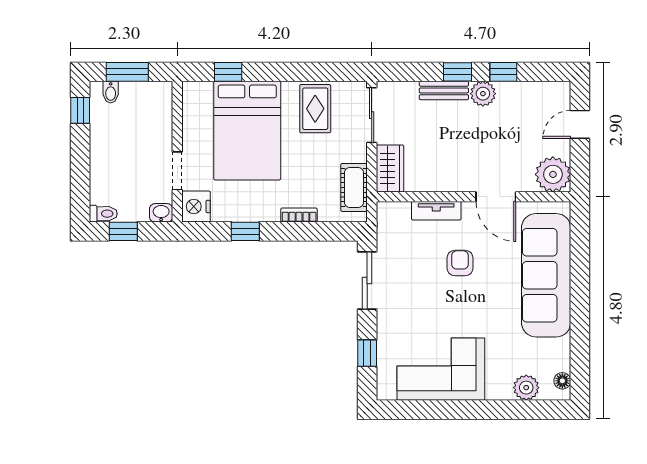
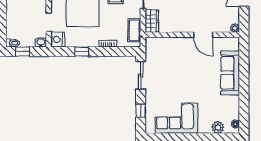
plant: (553, 174) -> (235, 28), width x0.53, depth x0.53
tv unit: (436, 211) -> (174, 42), removed
armchair: (460, 263) -> (186, 67), removed
sofa: (546, 275) -> (230, 73), width x0.74, depth x0.79

